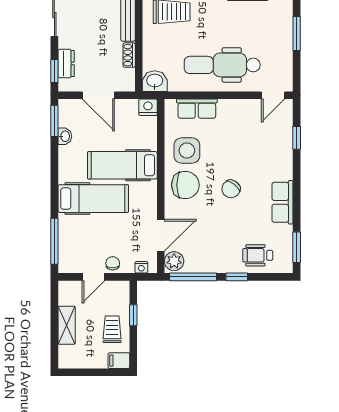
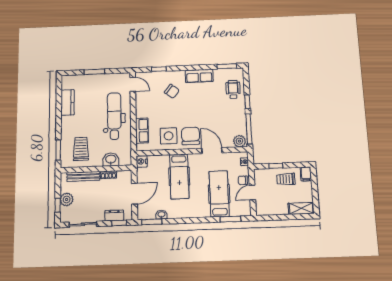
dental chair: (222, 65) -> (114, 116), turned 180
washbasin: (155, 81) -> (111, 159), moved, turned 90
chair: (231, 189) -> (172, 91), moved
hospital bed: (93, 199) -> (219, 194), moved
door: (161, 235) -> (212, 151), moved
window: (54, 241) -> (230, 219), width x0.69
wheelchair: (258, 255) -> (233, 89), turned 180
door: (93, 277) -> (252, 192), swing flipped
shelving: (67, 325) -> (301, 208), moved

